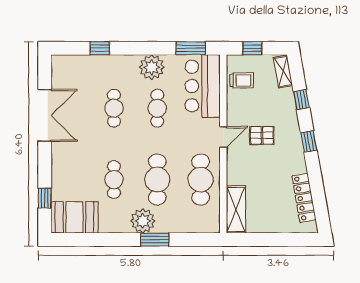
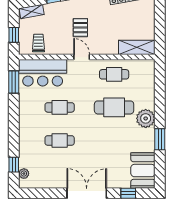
window: (100, 48) -> (14, 165), moved
plant: (152, 67) -> (24, 174), moved, width x0.53, depth x0.53
double door: (45, 115) -> (87, 193), moved
cafe table: (114, 180) -> (114, 140), removed
cafe table: (201, 180) -> (114, 74), width x0.73, depth x0.74
window: (155, 240) -> (160, 139), moved

